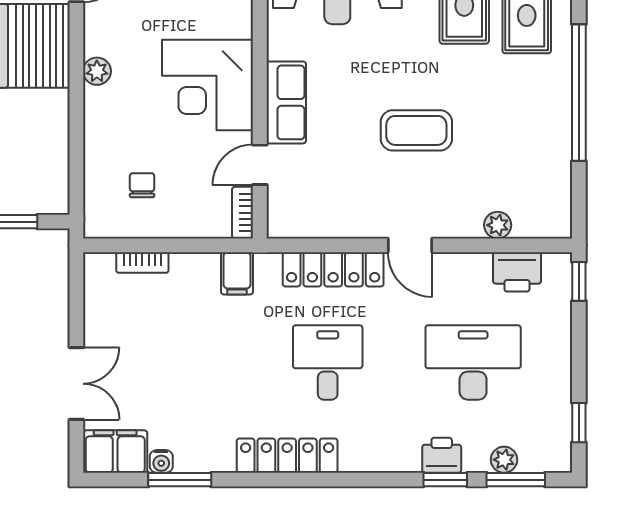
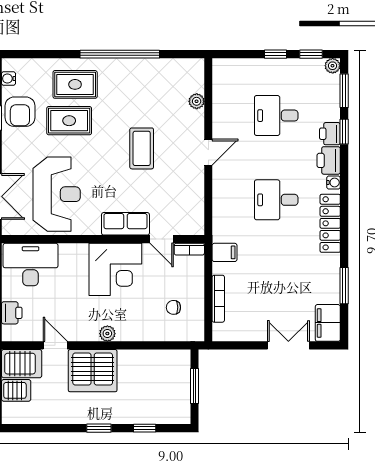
bookcase: (142, 263) -> (218, 299), width x1.56
locker: (333, 269) -> (222, 197), removed
printer: (517, 272) -> (329, 160), moved, turned 180
window: (579, 281) -> (276, 54), moved
desk: (473, 362) -> (276, 116), width x0.73
plant: (504, 460) -> (333, 66), moved
water cooler: (161, 461) -> (334, 182), moved

